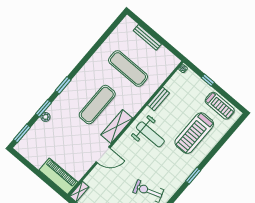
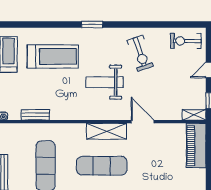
bench: (158, 99) -> (35, 115), moved
weight bench: (150, 134) -> (105, 82), moved, turned -90

